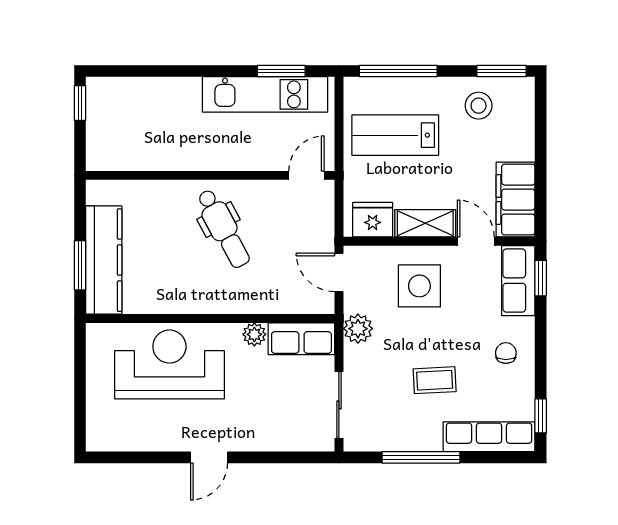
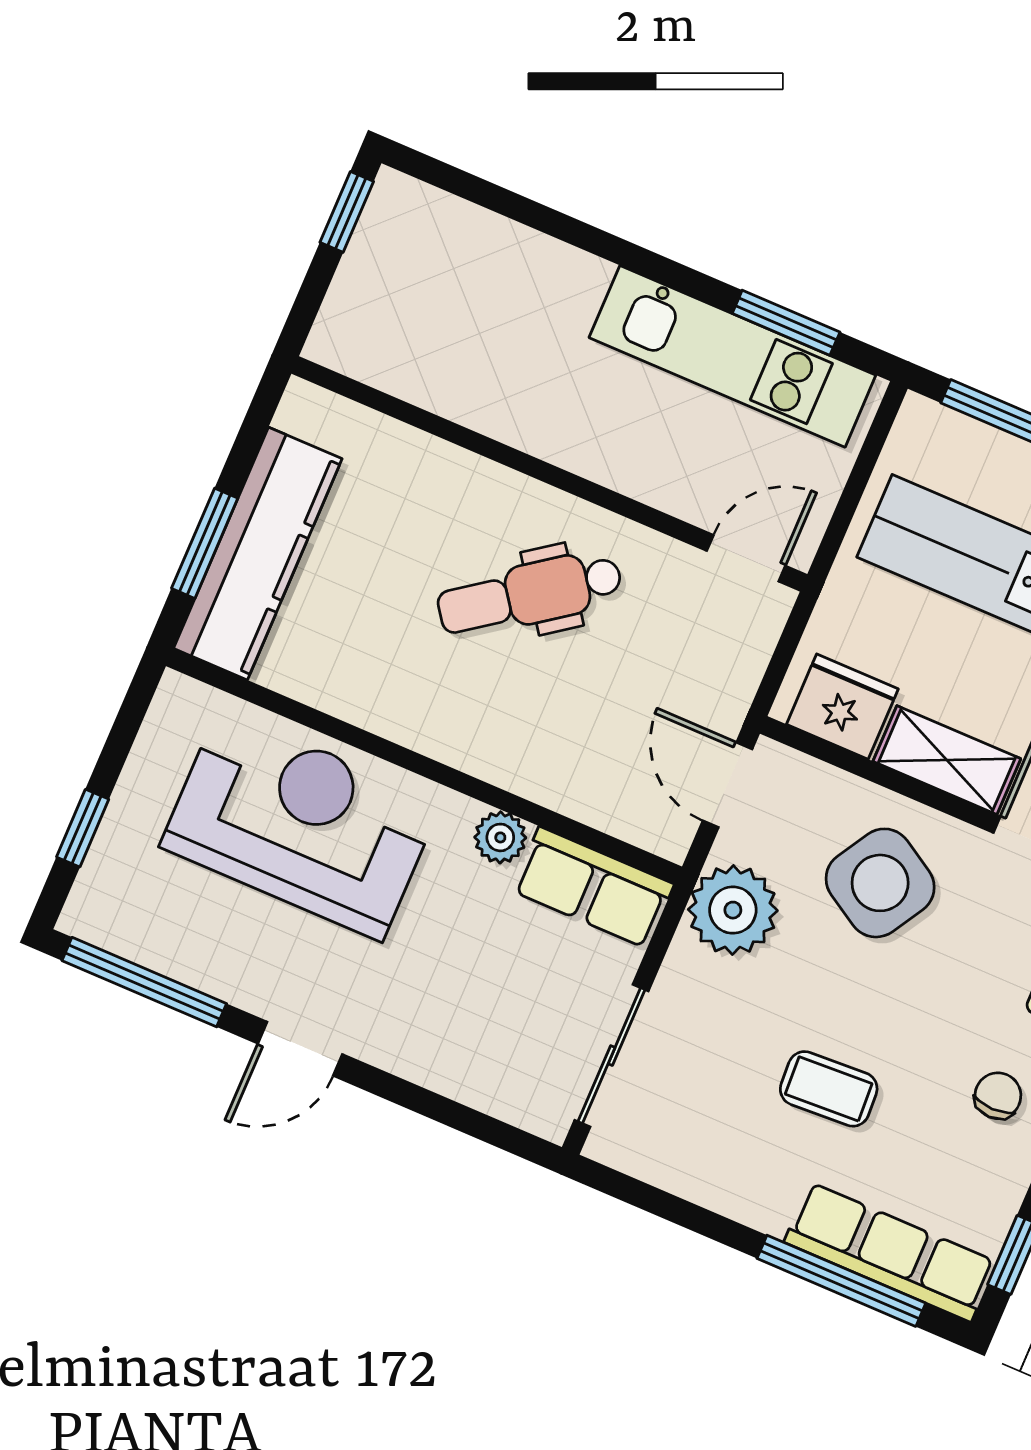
dental chair: (223, 229) -> (530, 594), turned 82
side table: (419, 286) -> (880, 883), turned 31
plant: (358, 329) -> (733, 910), width x1.36, depth x1.36
window: (80, 405) -> (83, 828), added
window: (133, 457) -> (144, 982), added
window: (421, 457) -> (841, 1281), moved

